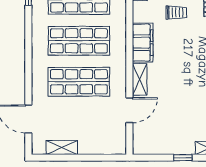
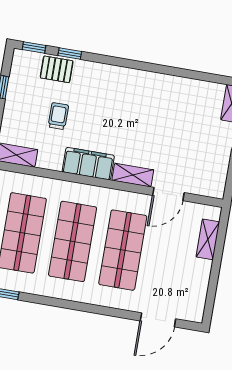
door: (129, 110) -> (168, 194), swing flipped
shelving: (62, 148) -> (208, 239), moved

